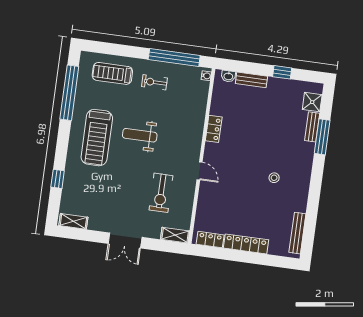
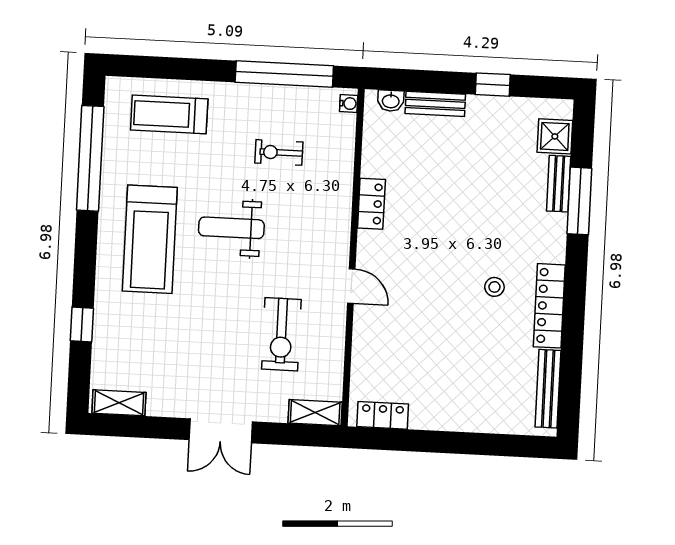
exercise bike: (154, 82) -> (279, 152), moved
locker: (246, 244) -> (549, 306), moved, turned -90

